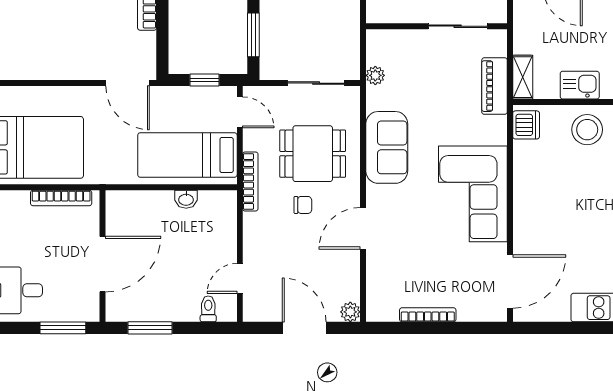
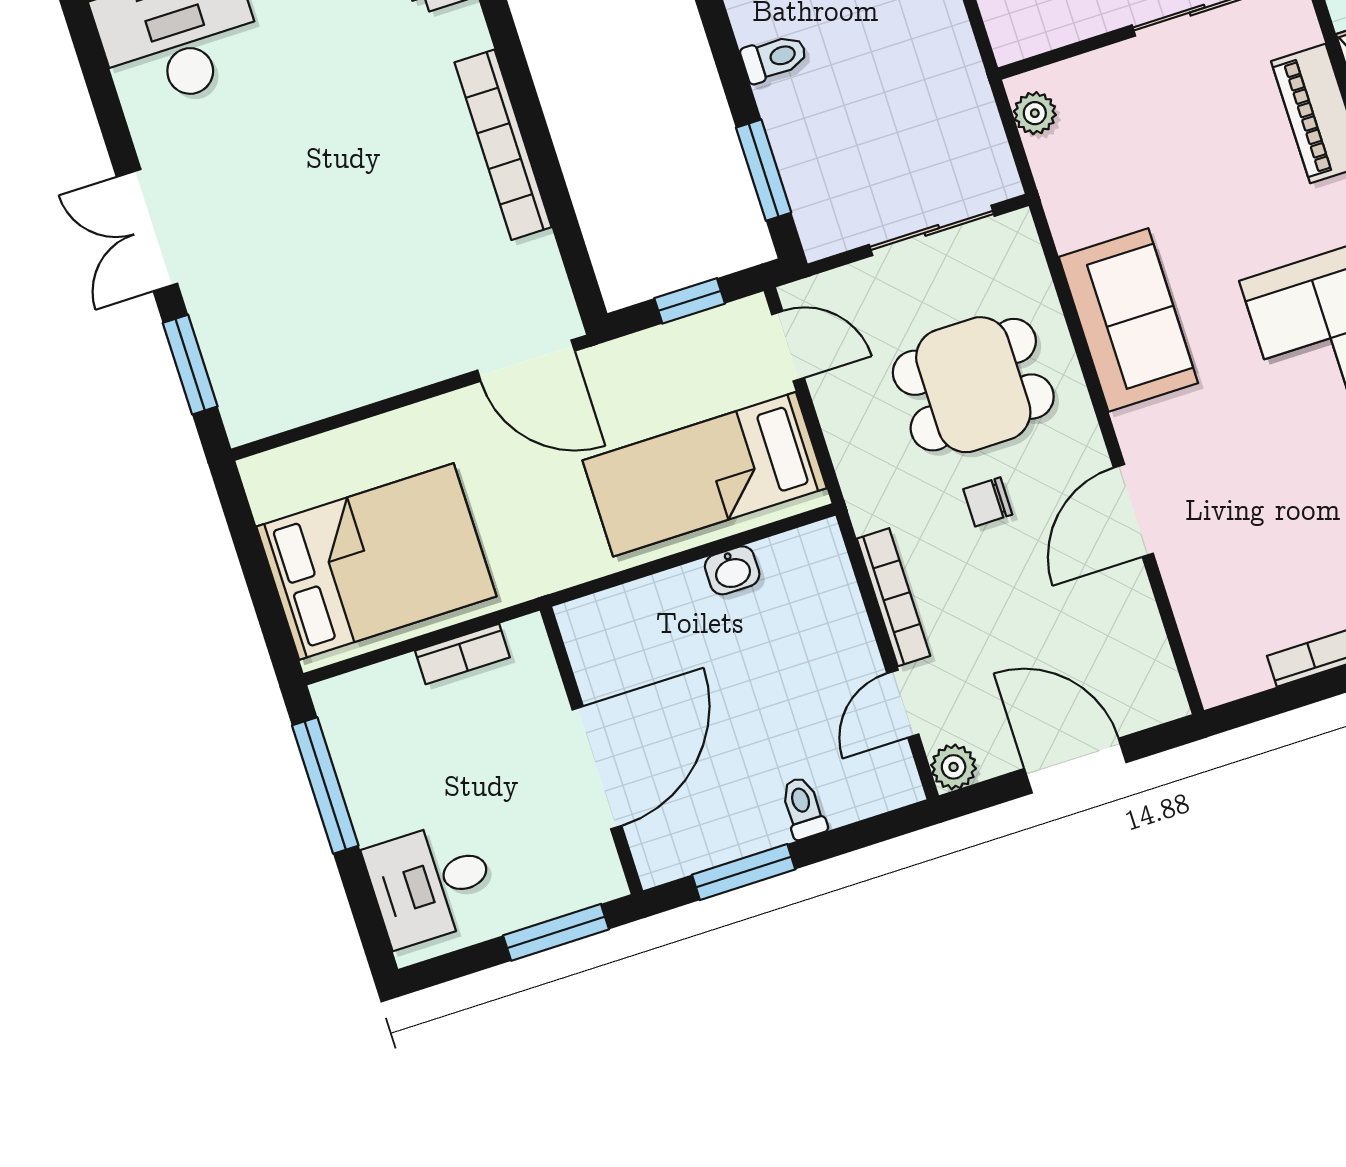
plant: (375, 75) -> (1035, 113), moved
bookcase: (250, 181) -> (893, 597), moved
bookcase: (61, 198) -> (462, 654), width x0.64
chair: (303, 205) -> (988, 502), turned 180
toilet: (208, 309) -> (803, 808), moved
plant: (350, 312) -> (954, 767), moved

